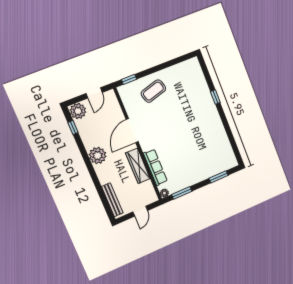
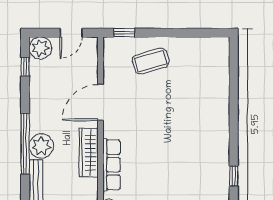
window: (215, 97) -> (234, 176), moved
plant: (98, 156) -> (41, 146), moved
window: (94, 177) -> (25, 144), added

